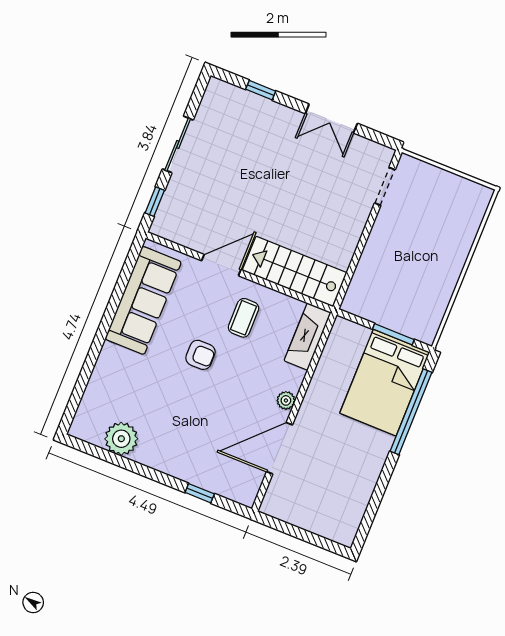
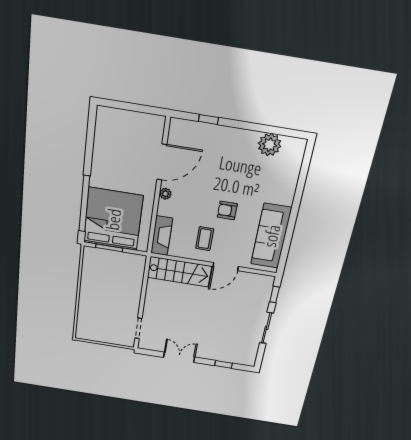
bed: (385, 383) -> (113, 219), width x1.36

